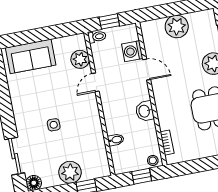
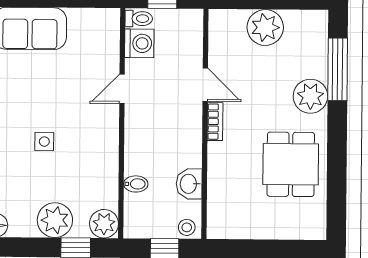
washing machine: (132, 51) -> (139, 43), moved, turned 180
plant: (80, 59) -> (104, 224), moved
washbasin: (145, 111) -> (189, 184), moved
bookcase: (167, 143) -> (215, 122), moved

